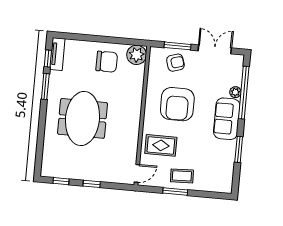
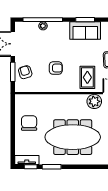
plant: (137, 55) -> (94, 101), moved
armchair: (177, 104) -> (56, 68), width x0.53, depth x0.53
meeting table: (83, 118) -> (73, 137), width x1.36
sofa: (227, 119) -> (85, 31), moved

